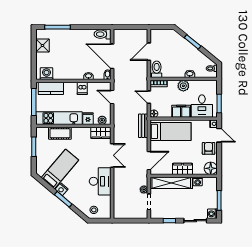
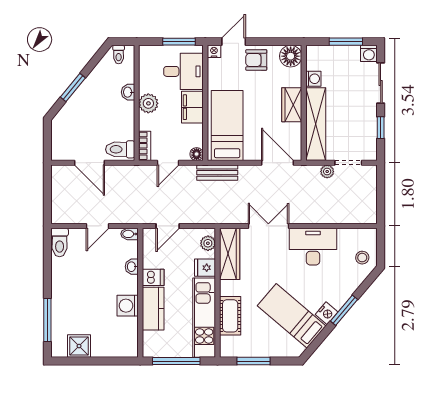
door: (112, 56) -> (97, 226), width x0.53
washing machine: (47, 74) -> (128, 306), moved
kitchen counter: (51, 88) -> (153, 309), moved
wardrobe: (101, 133) -> (230, 254), width x1.50

